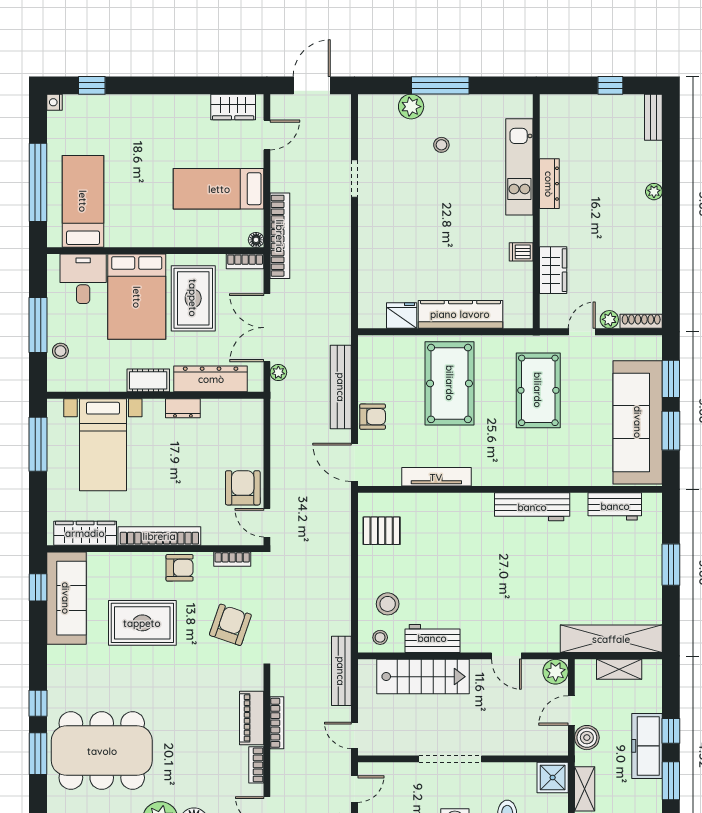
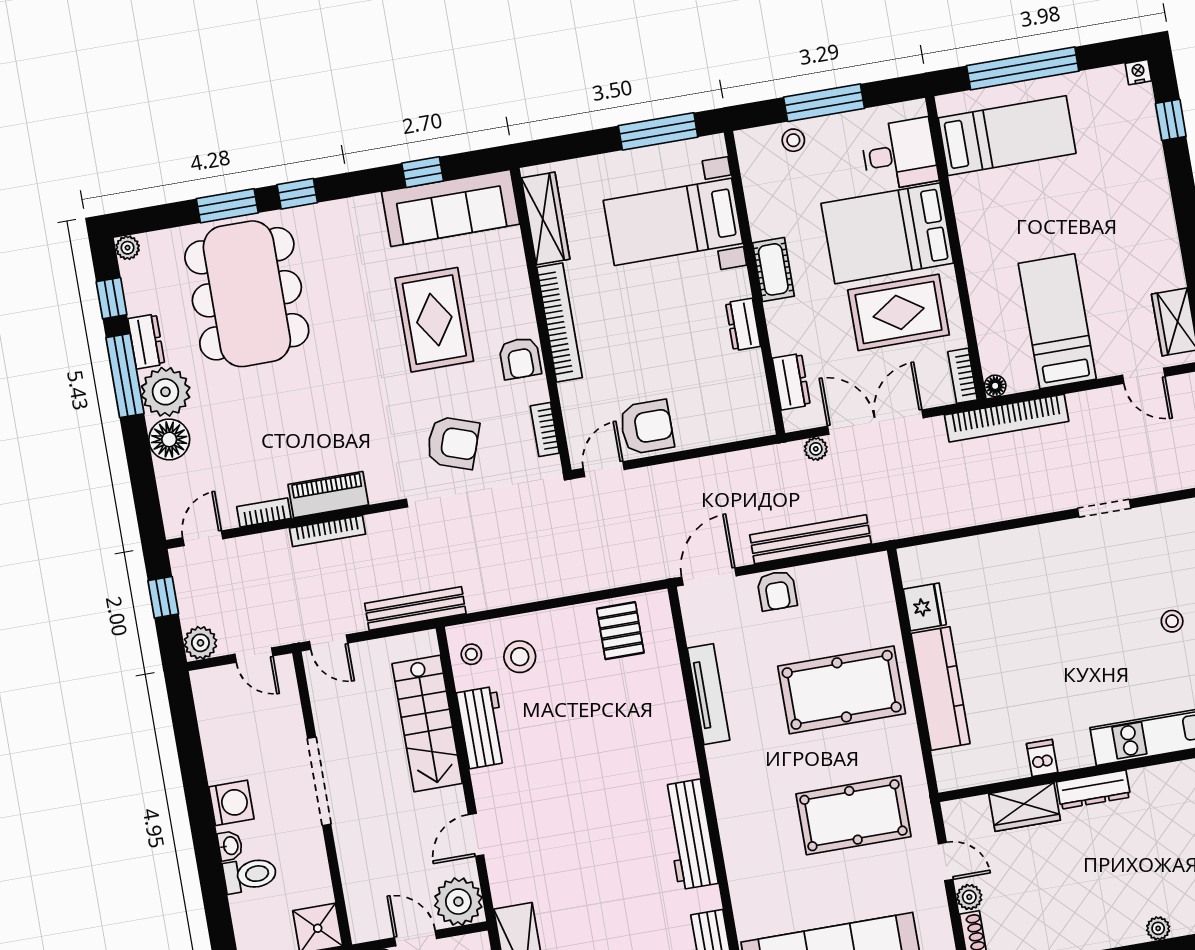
dresser: (549, 184) -> (1093, 790), moved
dresser: (211, 379) -> (791, 382), width x0.51, depth x0.80
window: (38, 587) -> (423, 172), moved
plant: (556, 672) -> (458, 902), width x1.36, depth x1.36
door: (354, 735) -> (329, 642), swing flipped

